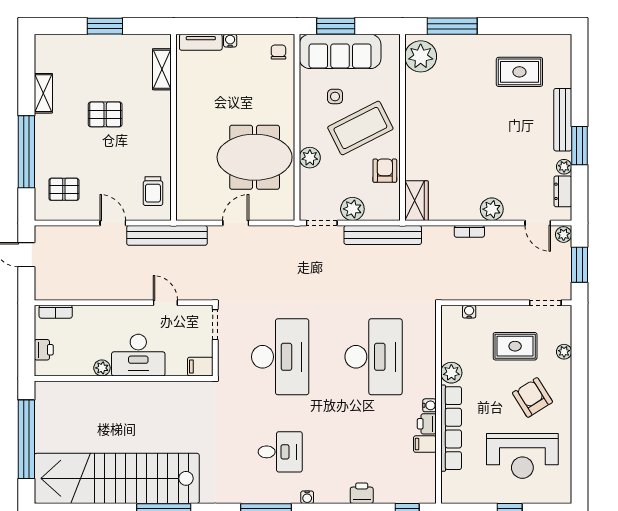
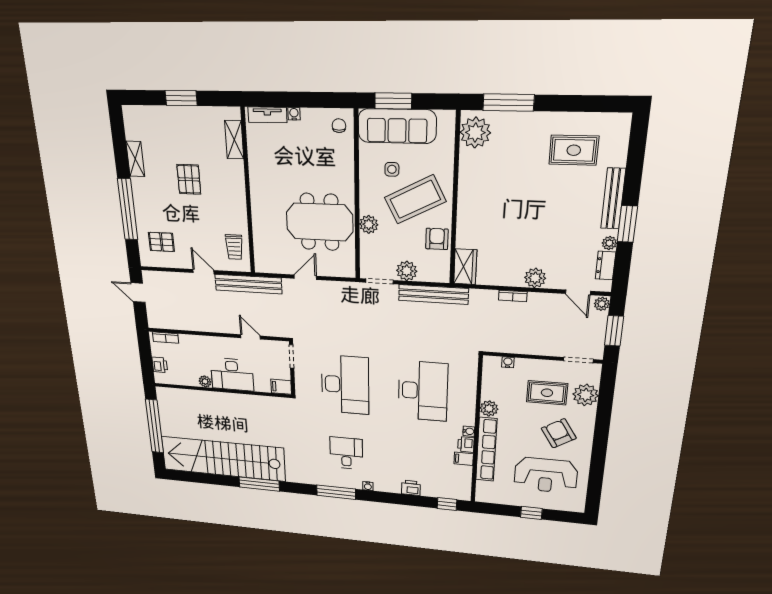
pallet: (105, 114) -> (189, 179), turned 90
plant: (564, 352) -> (586, 395), width x1.88, depth x1.88
desk: (280, 452) -> (346, 453), turned -90

